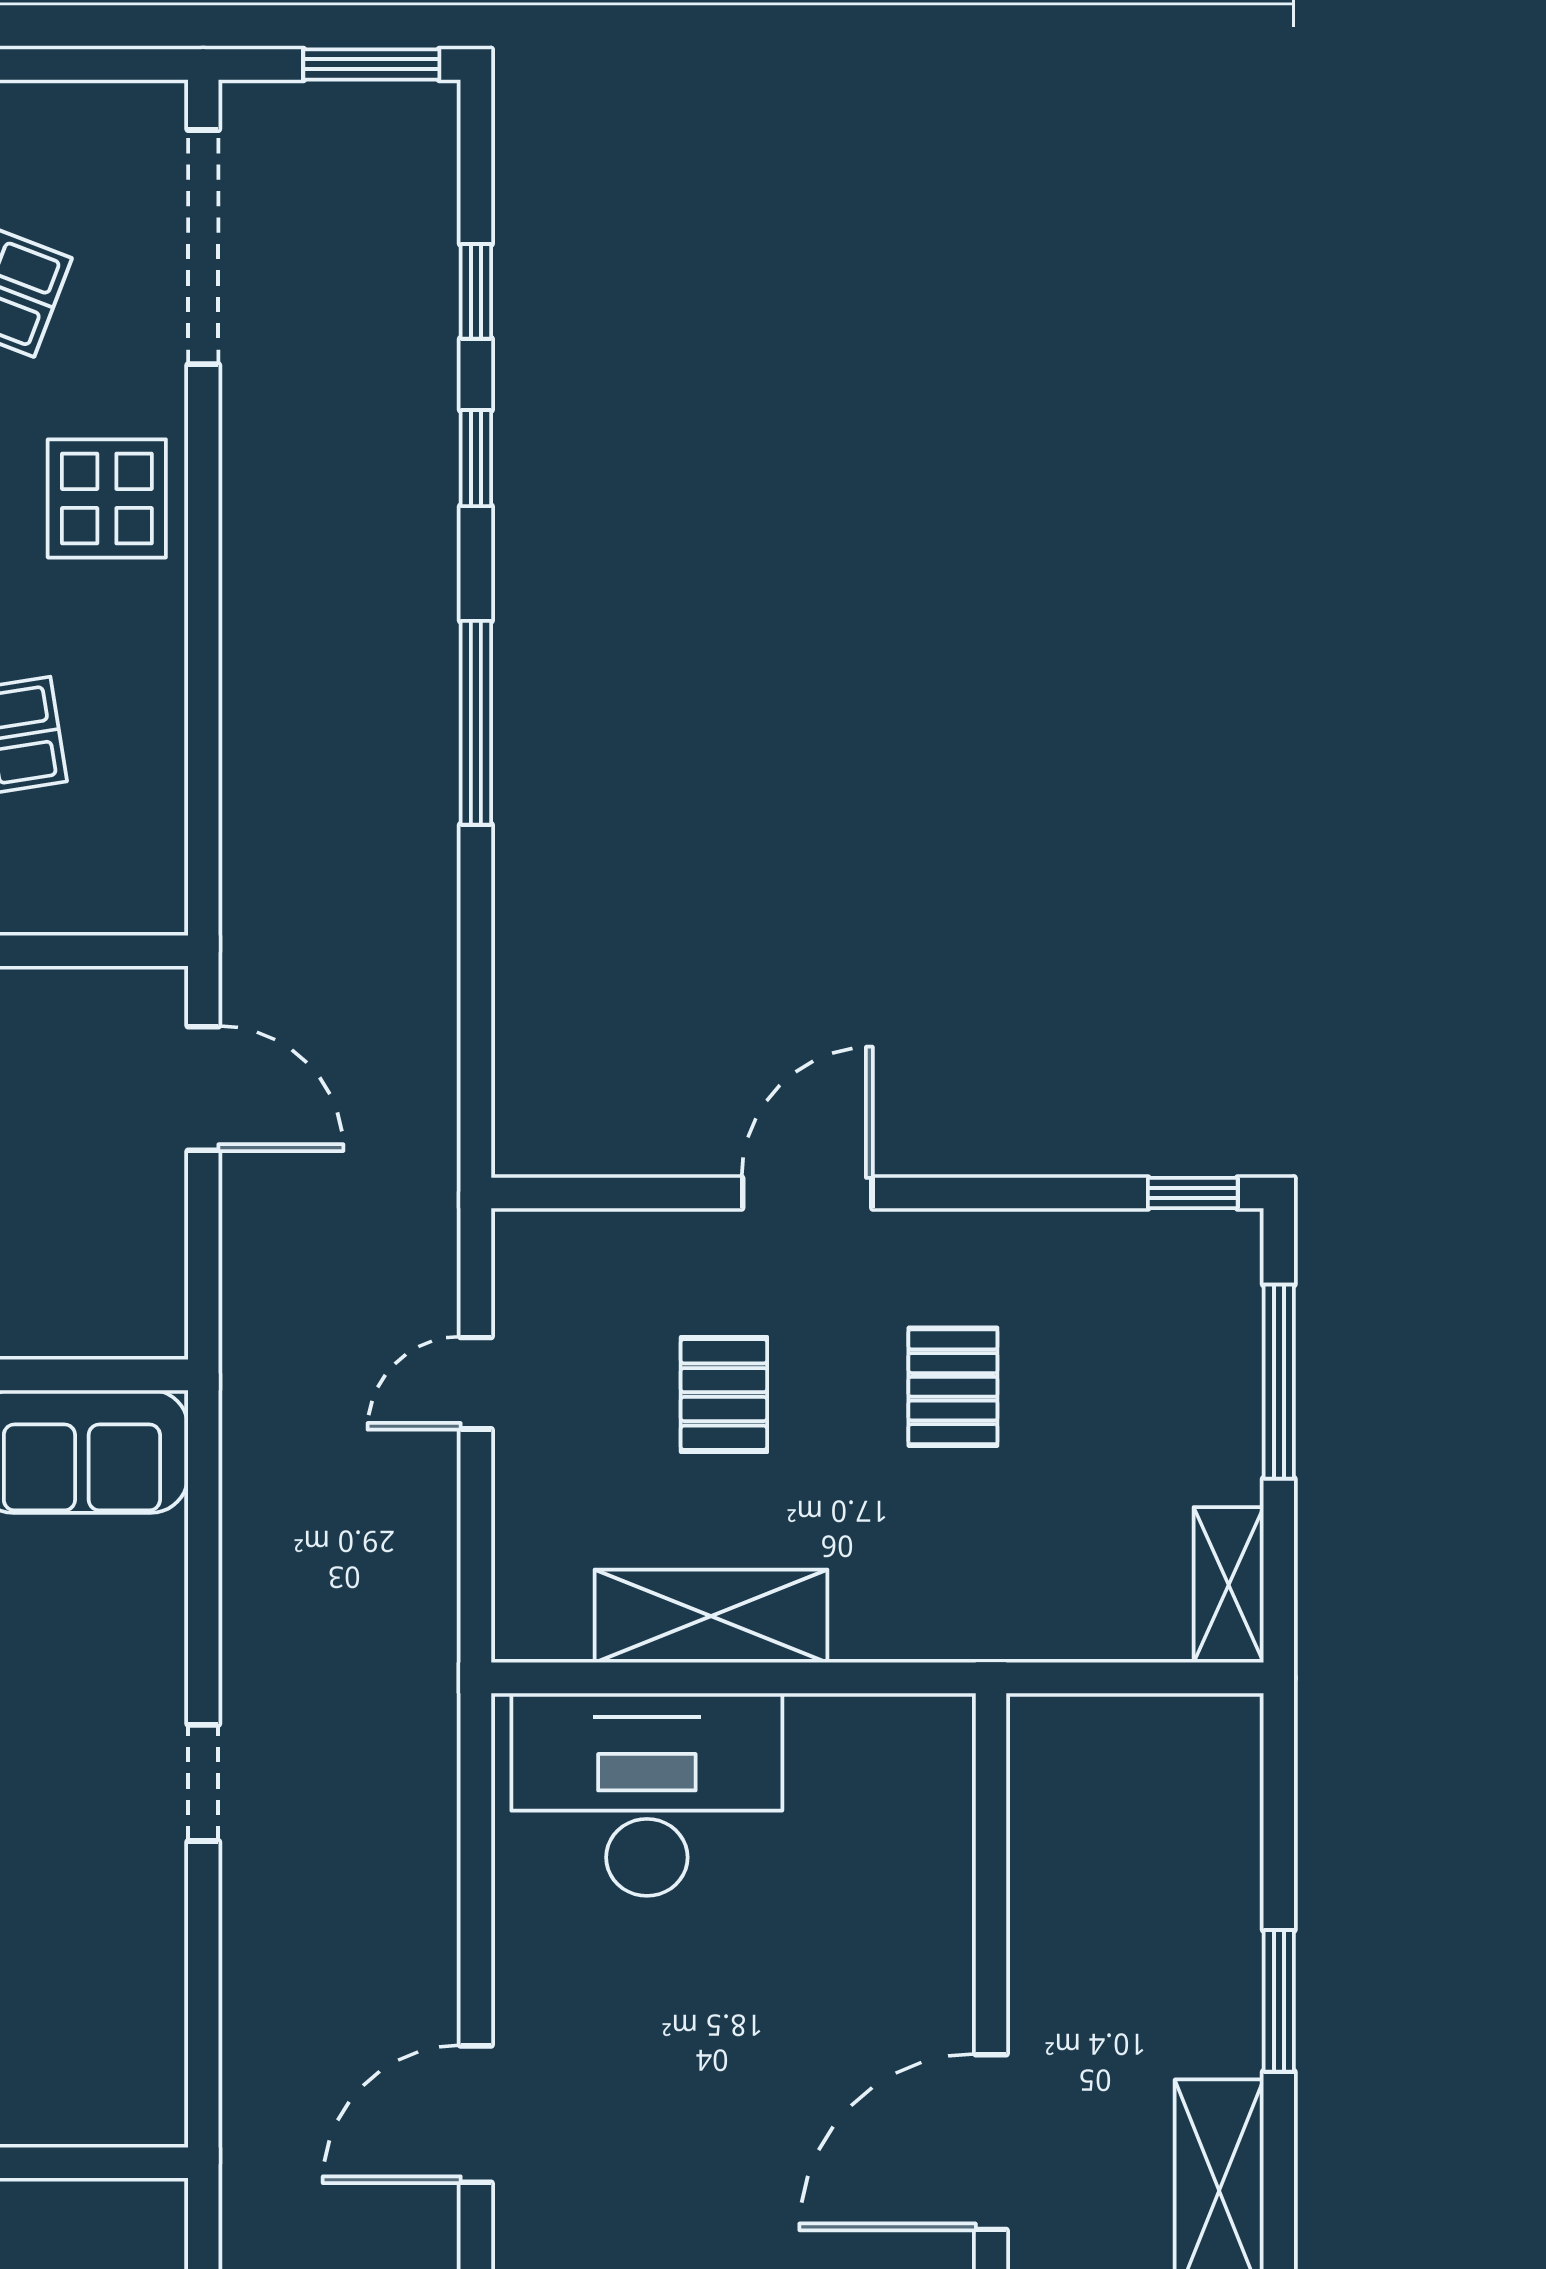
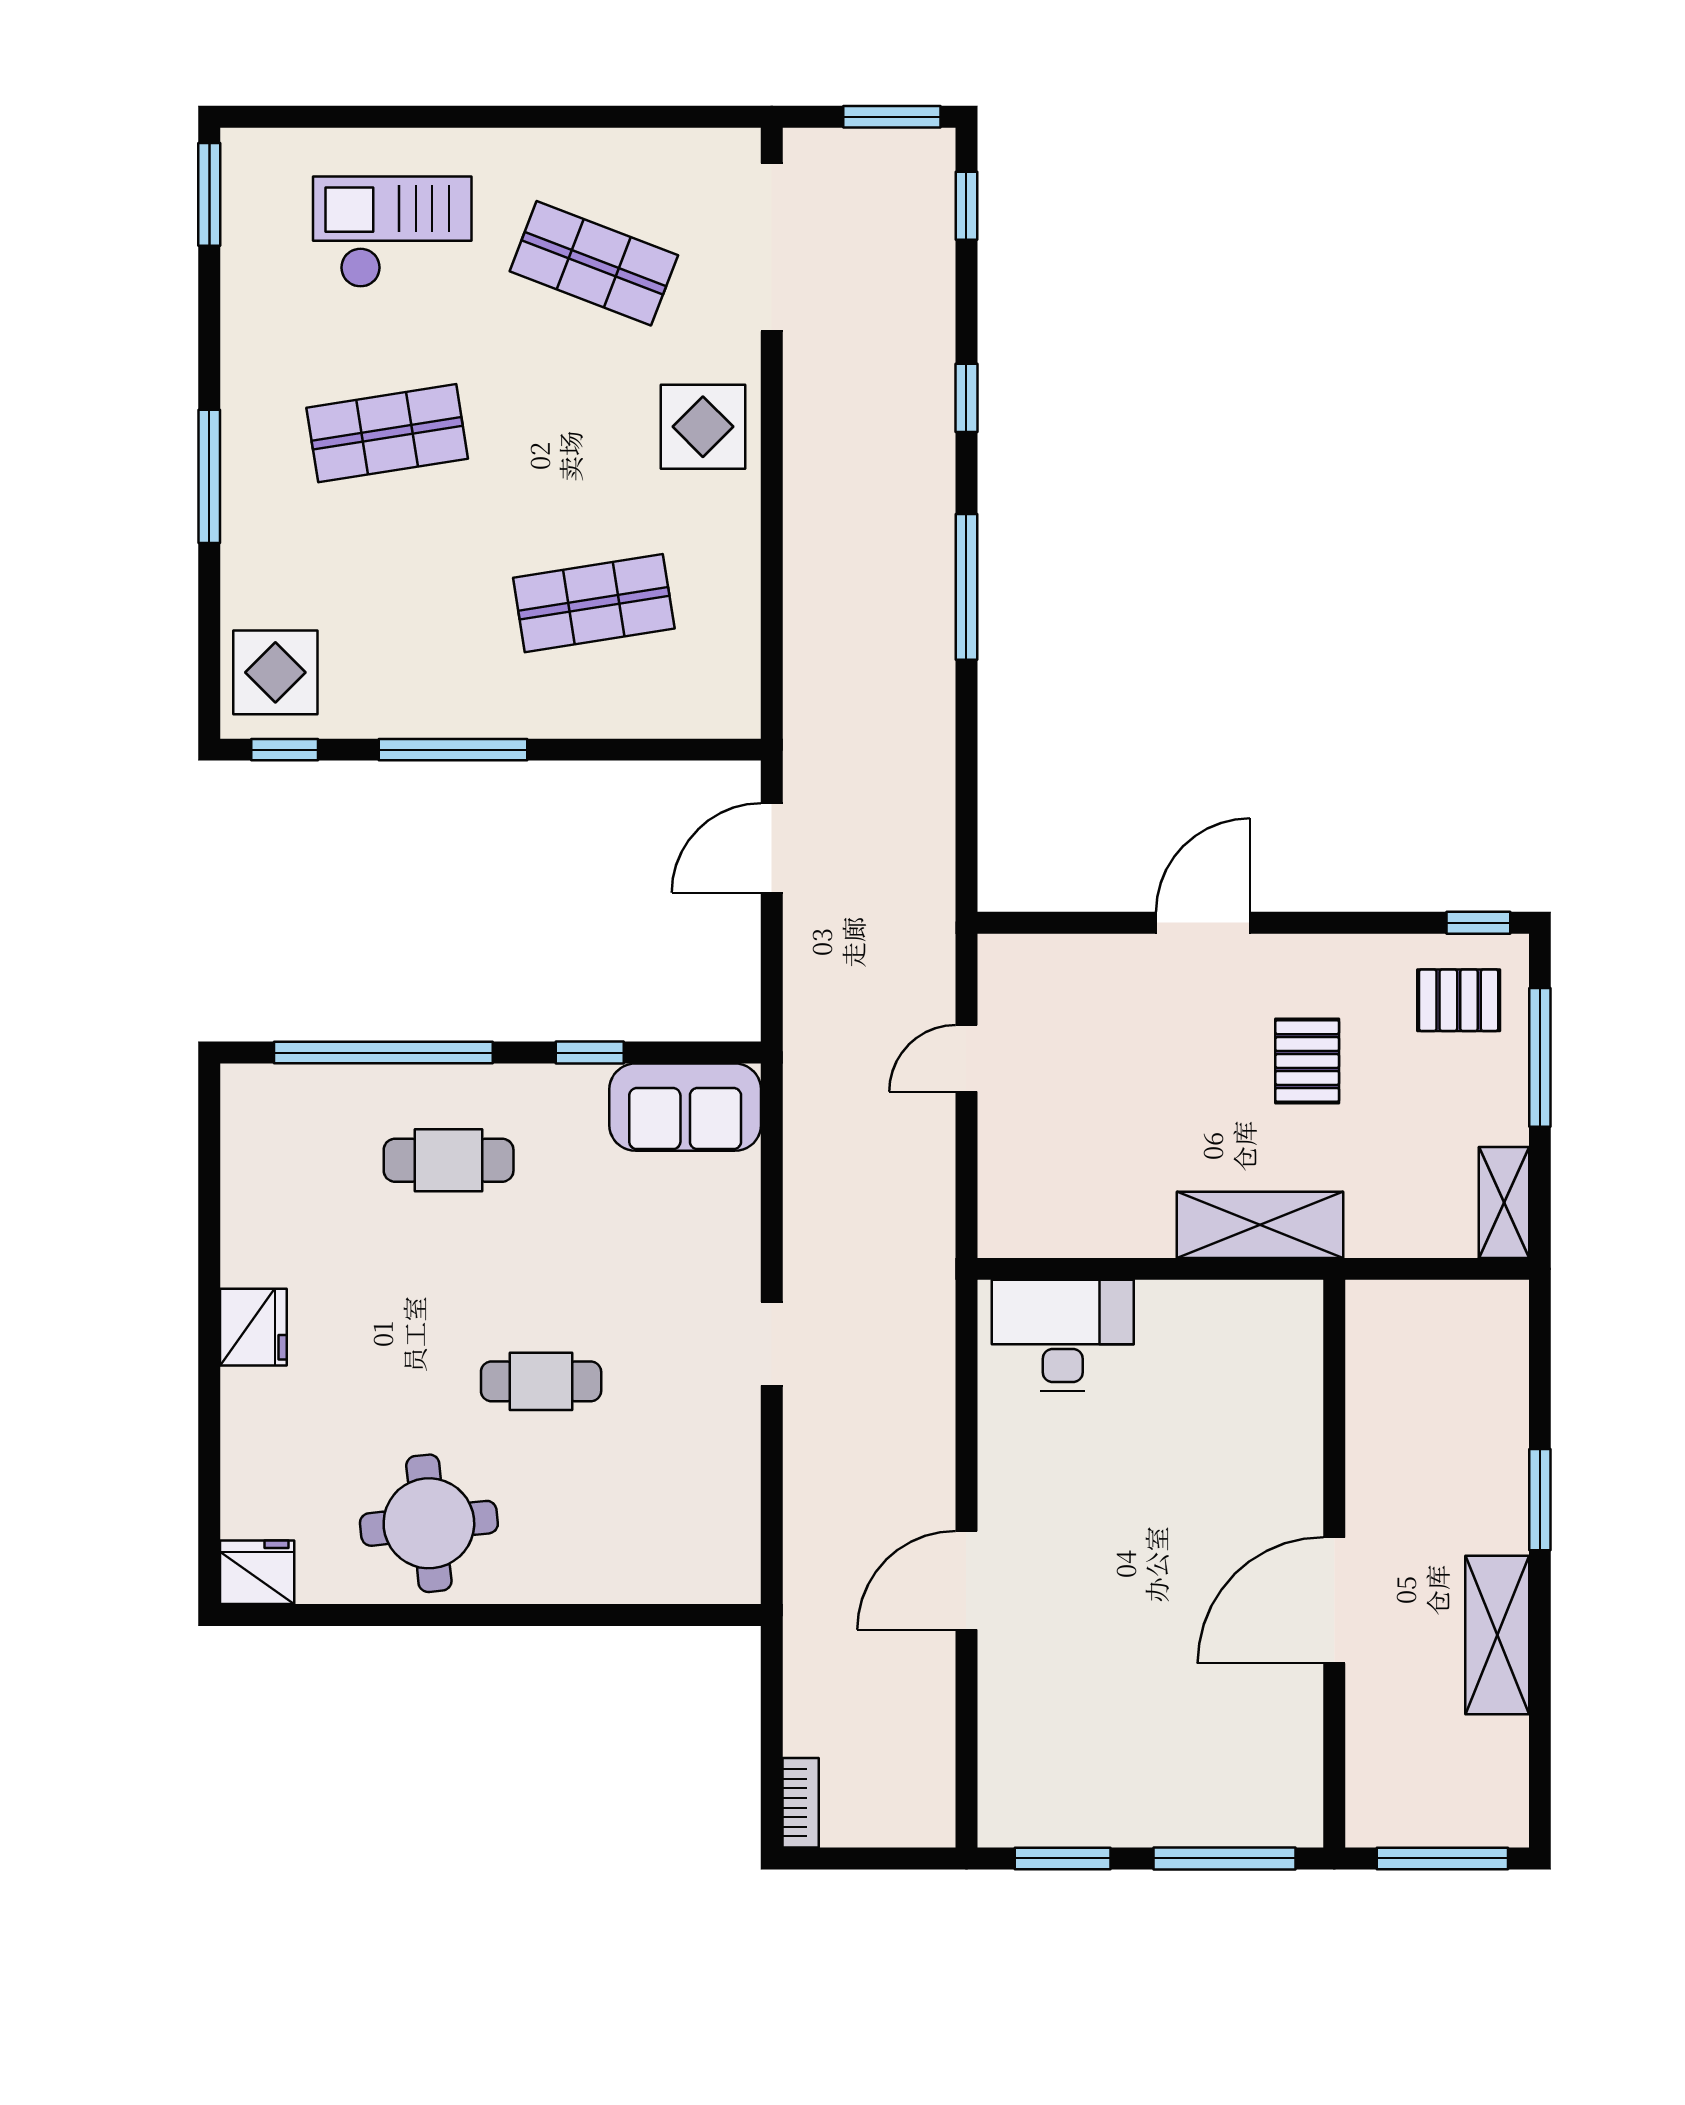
window: (476, 291) -> (966, 206), moved
door: (203, 1088) -> (772, 848), swing flipped
pallet: (724, 1395) -> (1459, 1000), moved, turned 90
shelving: (711, 1616) -> (1260, 1225), moved
desk: (647, 1794) -> (1063, 1335), width x0.73, depth x0.77

